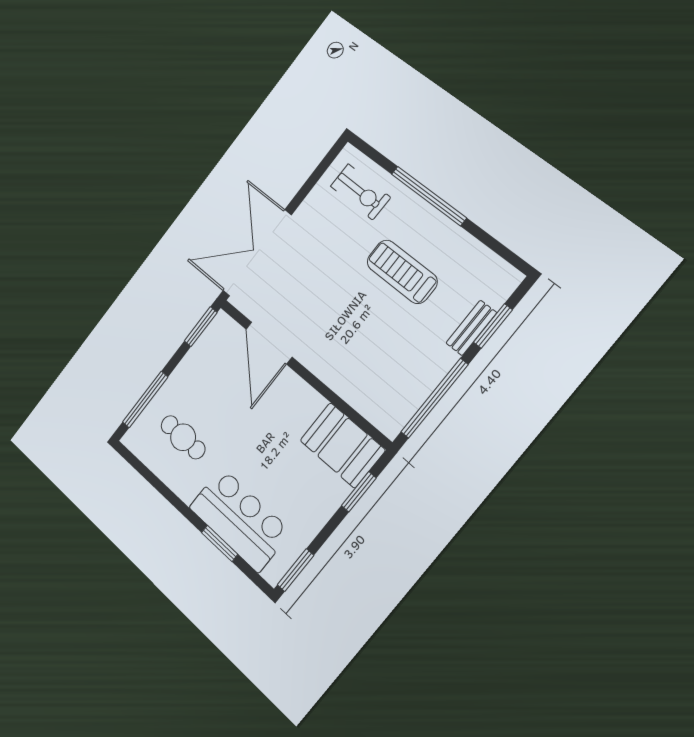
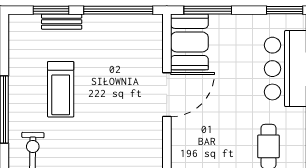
door: (269, 343) -> (167, 95), moved
window: (359, 492) -> (208, 10), width x1.44

